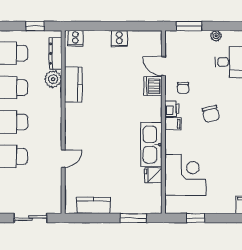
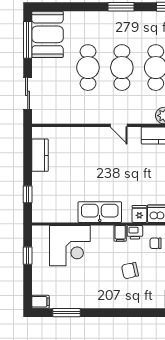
door: (63, 159) -> (119, 125), moved
fridge: (153, 175) -> (139, 214), moved
window: (133, 218) -> (28, 194), width x0.67

